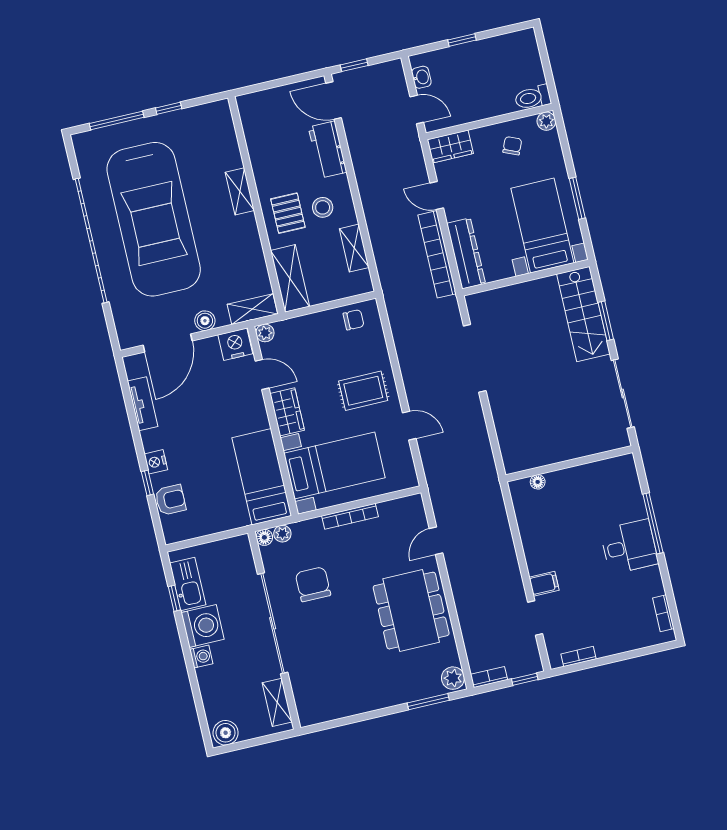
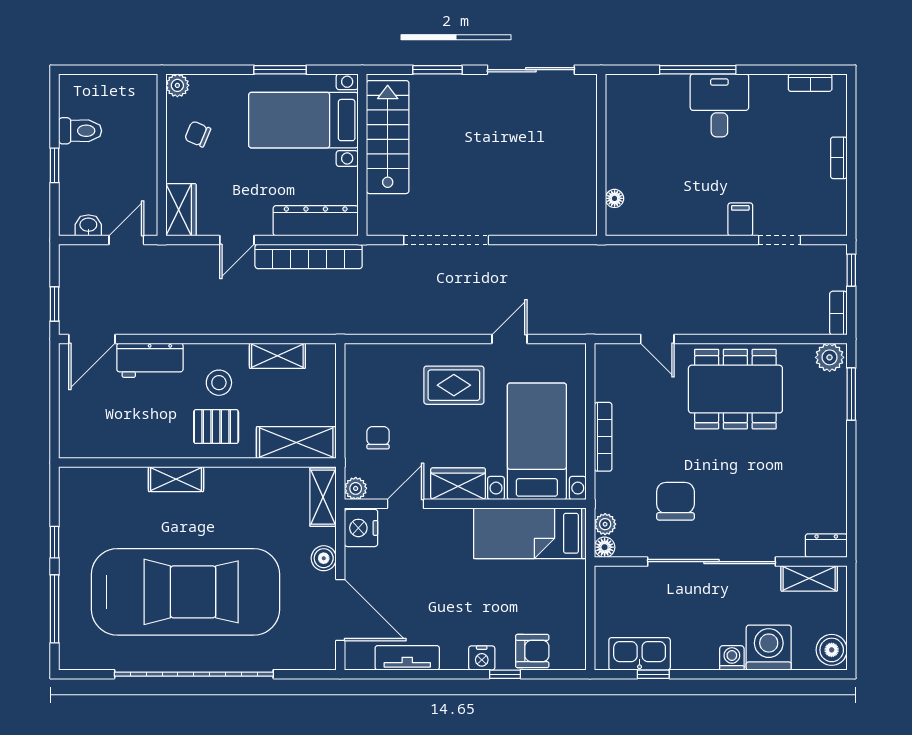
toilet: (533, 97) -> (80, 131), moved, turned -90
stairs: (583, 314) -> (388, 137), moved, turned -90
chair: (354, 320) -> (378, 438), moved
rug: (363, 391) -> (454, 385), turned 90
armchair: (170, 500) -> (532, 651), turned 90
chair: (313, 584) -> (675, 501), turned 90
washing machine: (203, 626) -> (769, 648), moved
bookcase: (579, 657) -> (839, 158), moved
dresser: (306, 710) -> (826, 546), added

